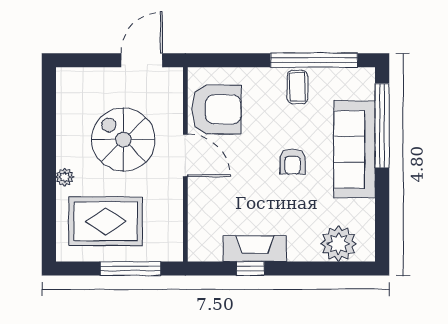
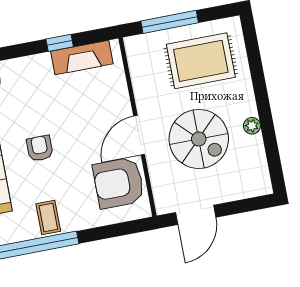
door: (185, 155) -> (139, 135), hinge flipped
plant: (65, 177) -> (252, 126), moved
fireplace: (255, 249) -> (82, 58), moved

